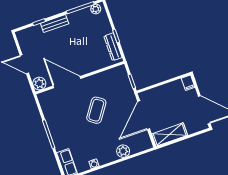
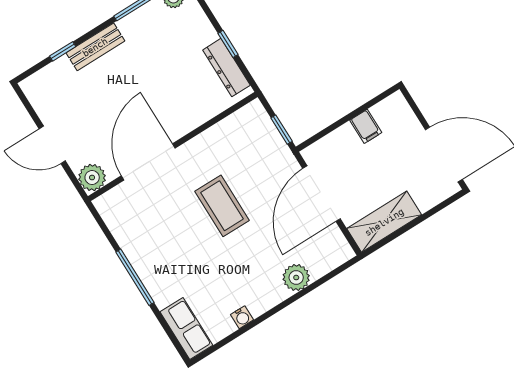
door: (67, 82) -> (148, 162), hinge flipped
filing cabinet: (188, 83) -> (366, 126), moved
coffee table: (96, 110) -> (222, 206), turned -35

